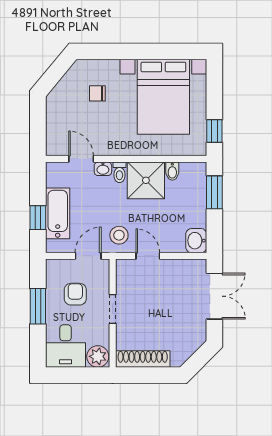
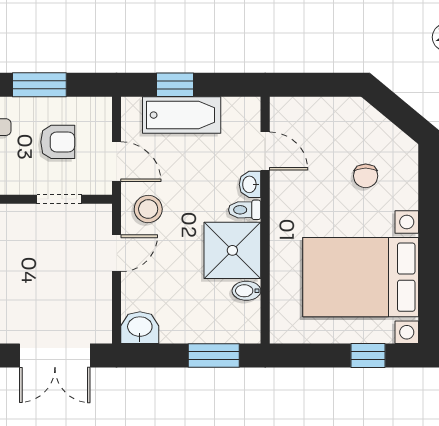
chair: (97, 93) -> (366, 176), turned 180
window: (214, 131) -> (368, 355), moved
door: (81, 159) -> (265, 151), hinge flipped
doorway: (113, 309) -> (59, 199), moved

